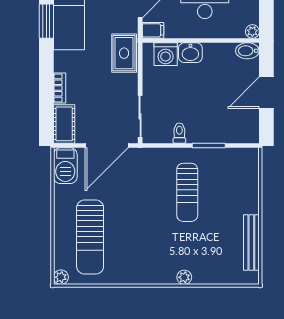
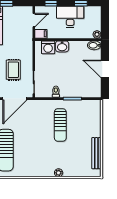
rug: (124, 53) -> (13, 70), moved
door: (266, 93) -> (105, 69), hinge flipped

